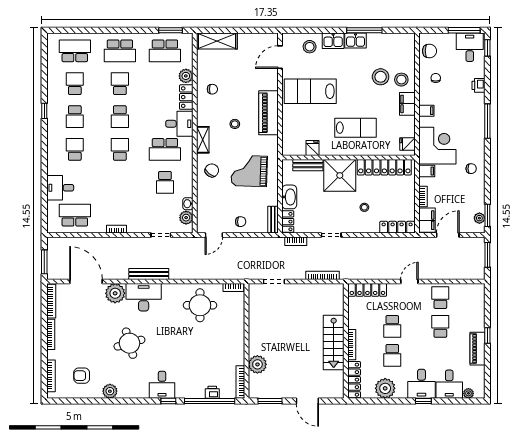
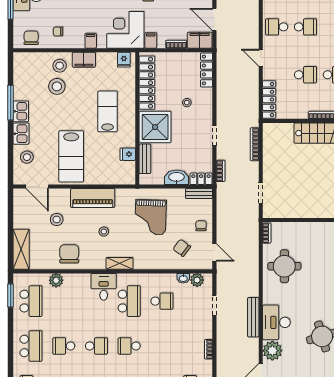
stool: (247, 77) -> (57, 220), added
chair: (212, 89) -> (69, 254), width x1.87, depth x1.87
locker: (186, 97) -> (77, 280), removed
chair: (212, 170) -> (182, 248), moved
school desk: (440, 326) -> (305, 27), turned 180

